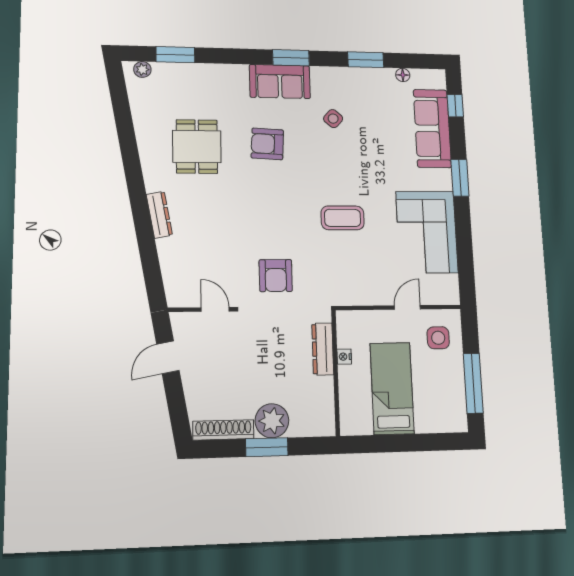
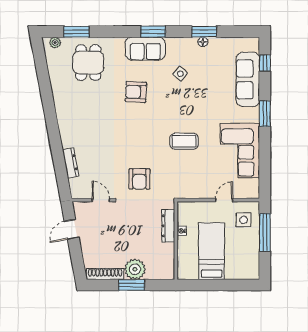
floor lamp: (403, 75) -> (203, 42), moved
dining table: (197, 146) -> (88, 63), moved
dresser: (159, 215) -> (71, 163), moved
window: (473, 383) -> (265, 232), moved

